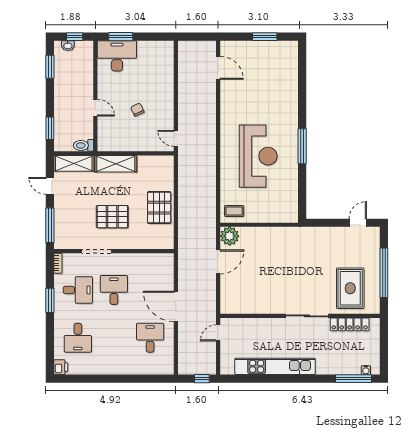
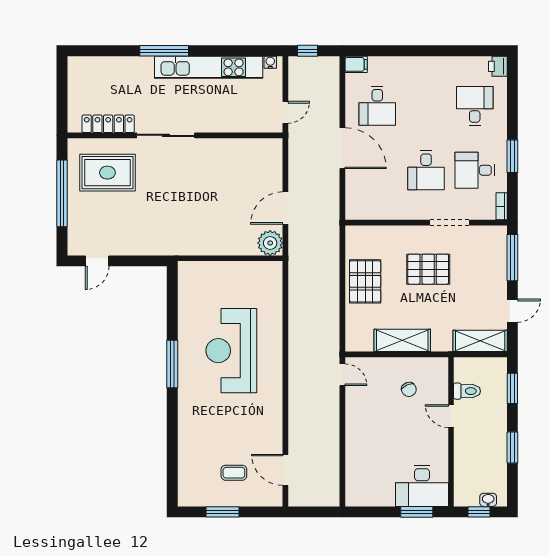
window: (50, 67) -> (512, 448), moved
chair: (137, 110) -> (409, 389), moved
toilet: (83, 145) -> (467, 391), moved
shelving: (116, 164) -> (402, 340), moved
door: (50, 186) -> (512, 311), hinge flipped
coffee table: (234, 211) -> (234, 473), moved
rug: (350, 288) -> (107, 173), turned 90
filing cabinet: (166, 368) -> (356, 64), added
water cooler: (366, 370) -> (270, 62), moved
window: (353, 379) -> (164, 51), moved

